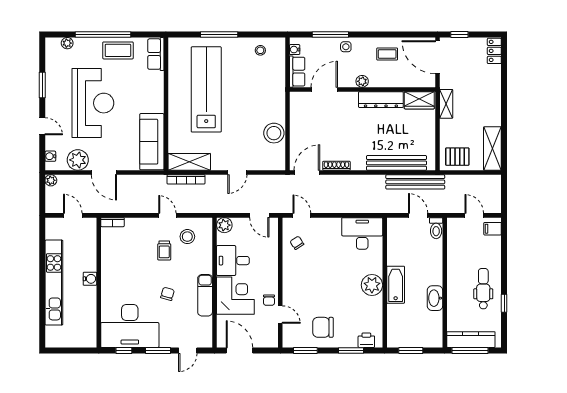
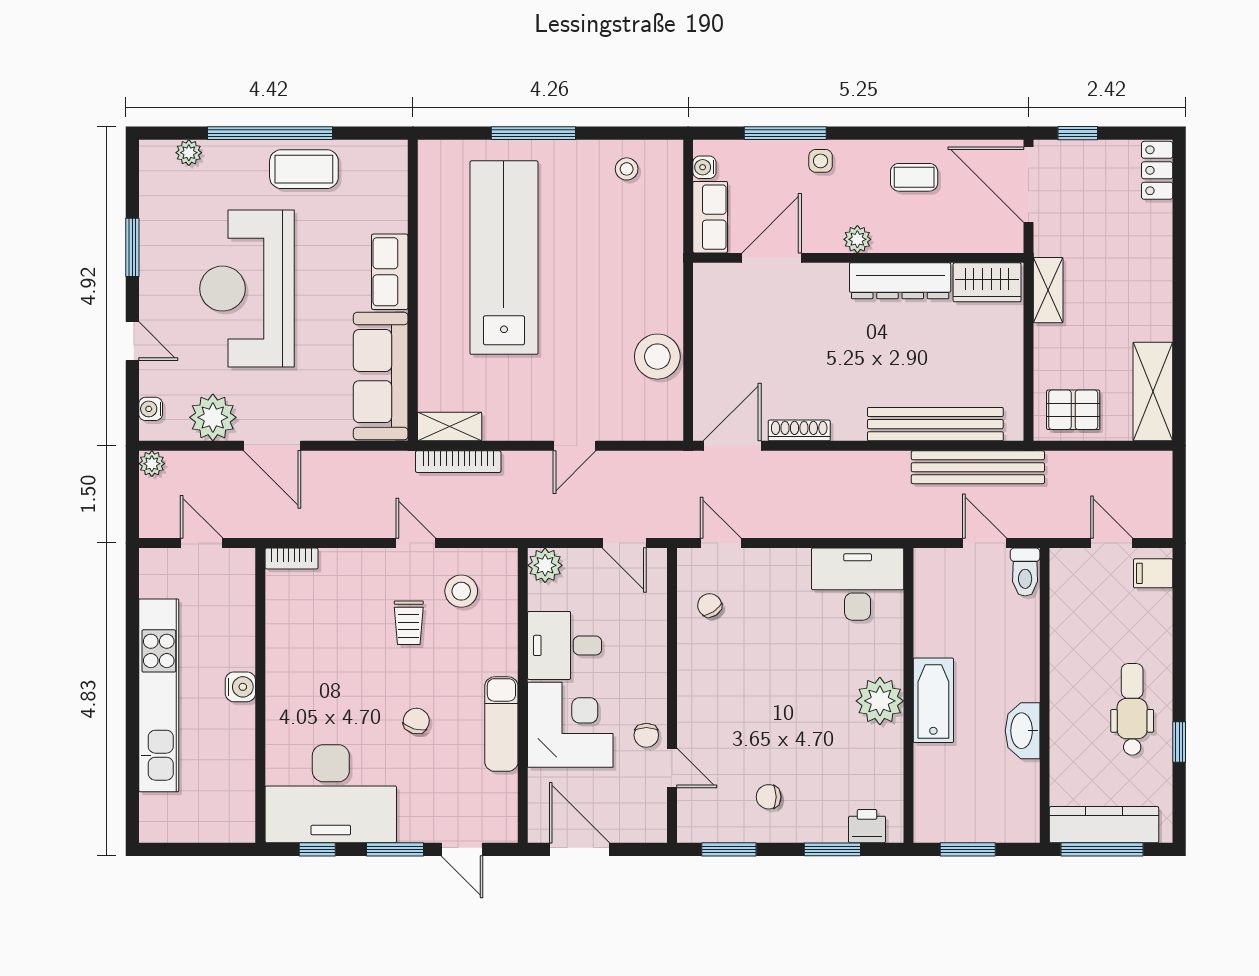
row of seats: (156, 54) -> (390, 272), moved
reception desk: (93, 103) -> (247, 289), turned 180
shelving: (189, 162) -> (450, 427), width x0.67, depth x0.75
chair: (323, 327) -> (769, 797), width x0.54, depth x0.54
door: (188, 350) -> (462, 849), hinge flipped

